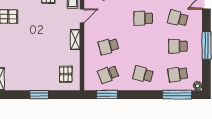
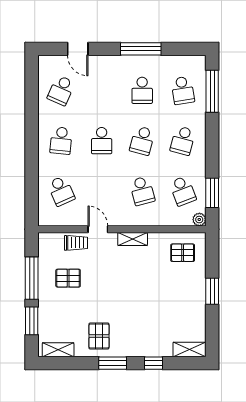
school desk: (178, 18) -> (142, 141), moved
plant: (198, 86) -> (199, 220), moved

